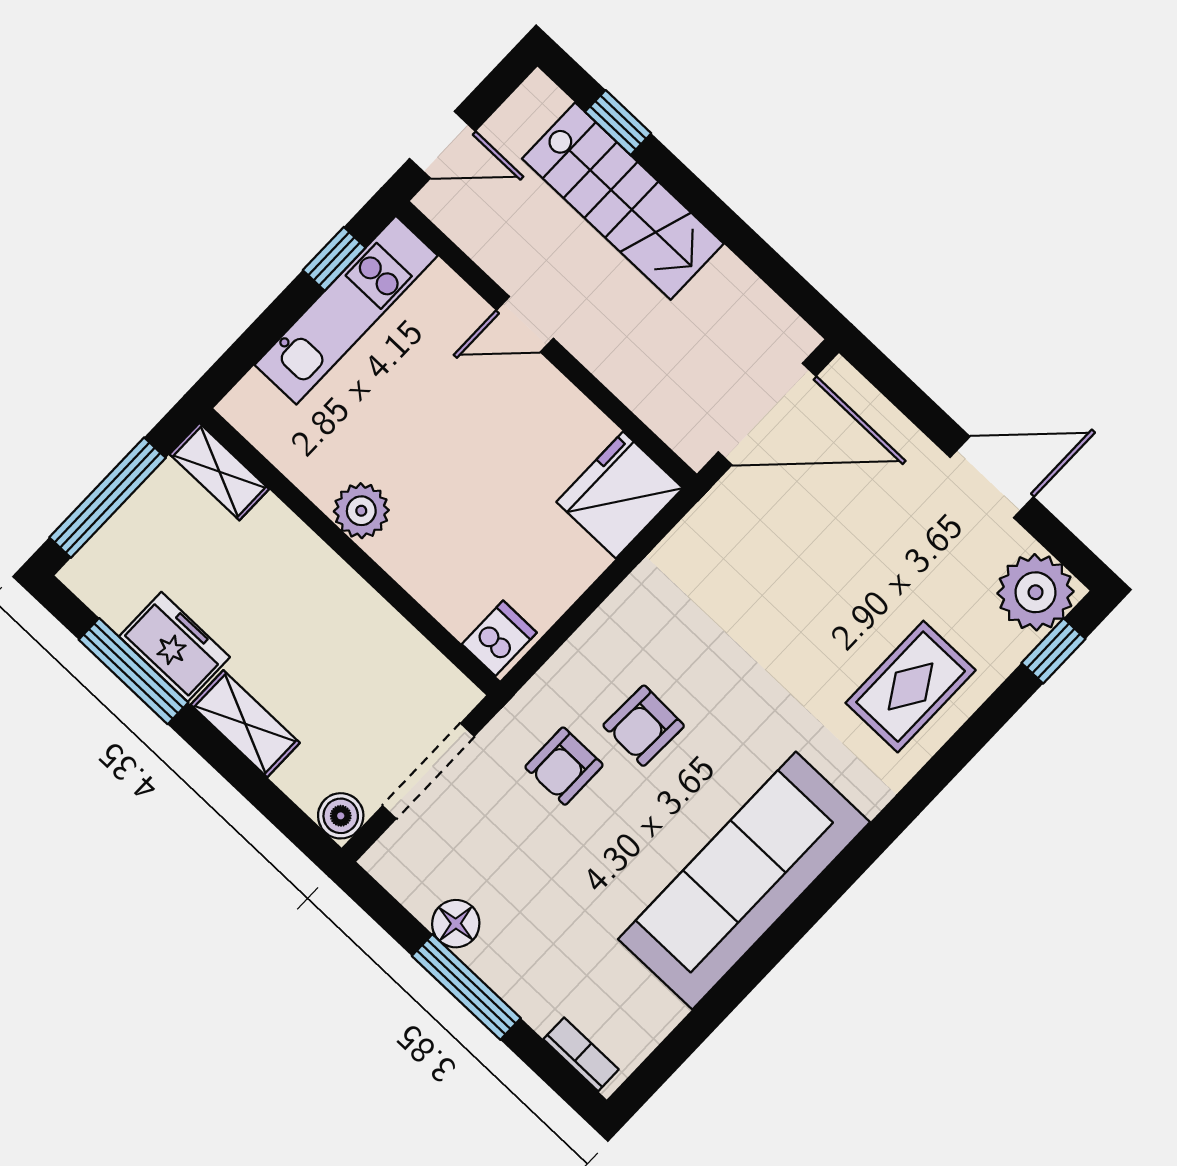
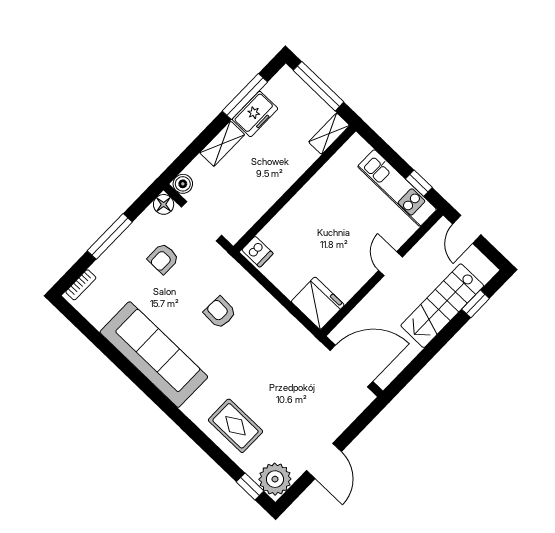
door: (767, 414) -> (351, 366), swing flipped
plant: (361, 511) -> (312, 194), removed
armchair: (564, 766) -> (163, 259), moved, turned -90
floor lamp: (456, 924) -> (164, 204), moved

